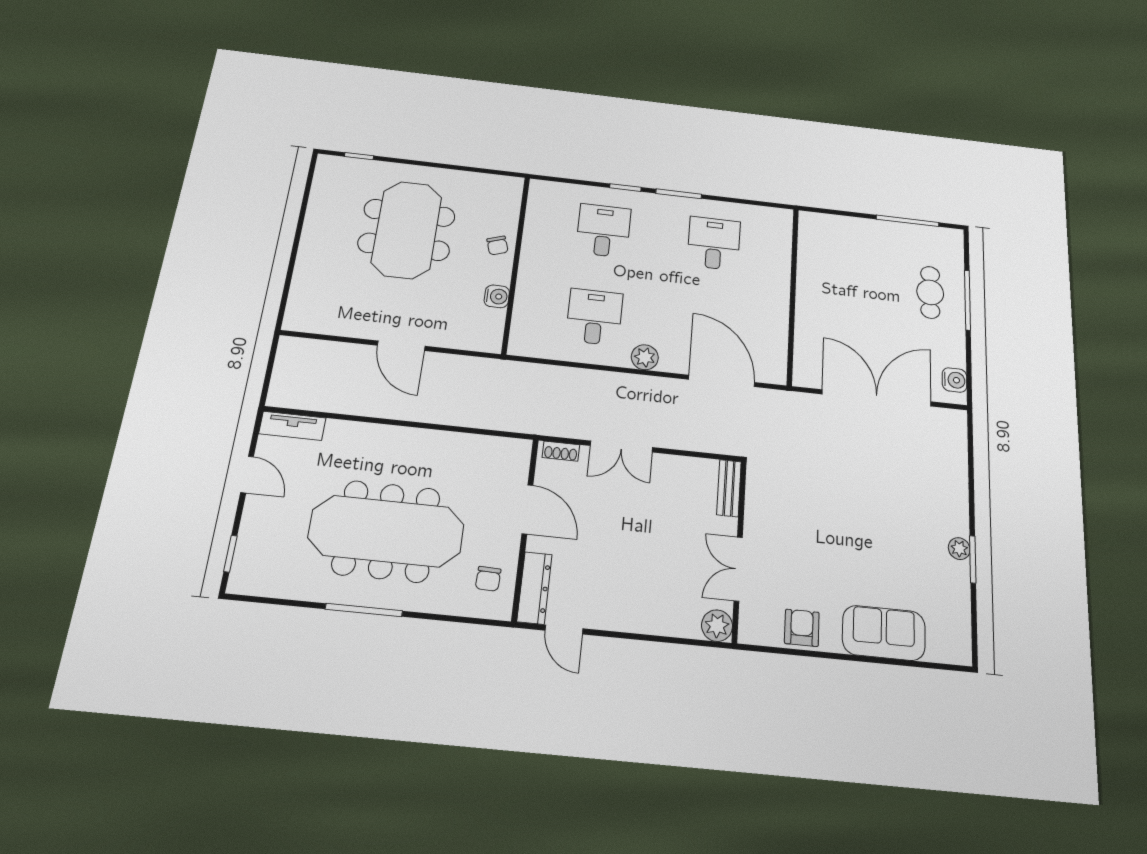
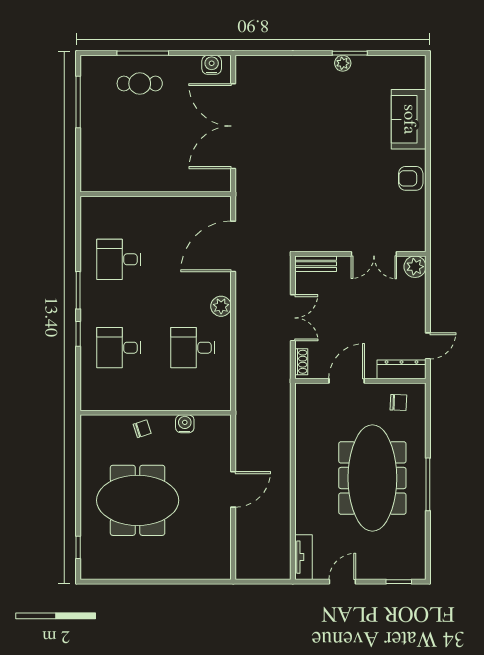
bench: (729, 488) -> (316, 264), moved
wall: (739, 550) -> (360, 254), moved
double door: (738, 569) -> (374, 254), moved
plant: (717, 626) -> (415, 267), moved

